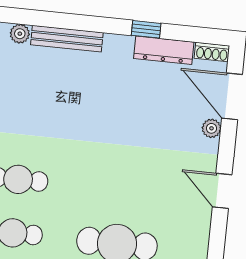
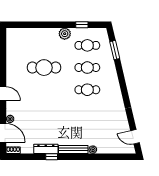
window: (146, 29) -> (52, 157), moved
dresser: (164, 50) -> (46, 149), moved

